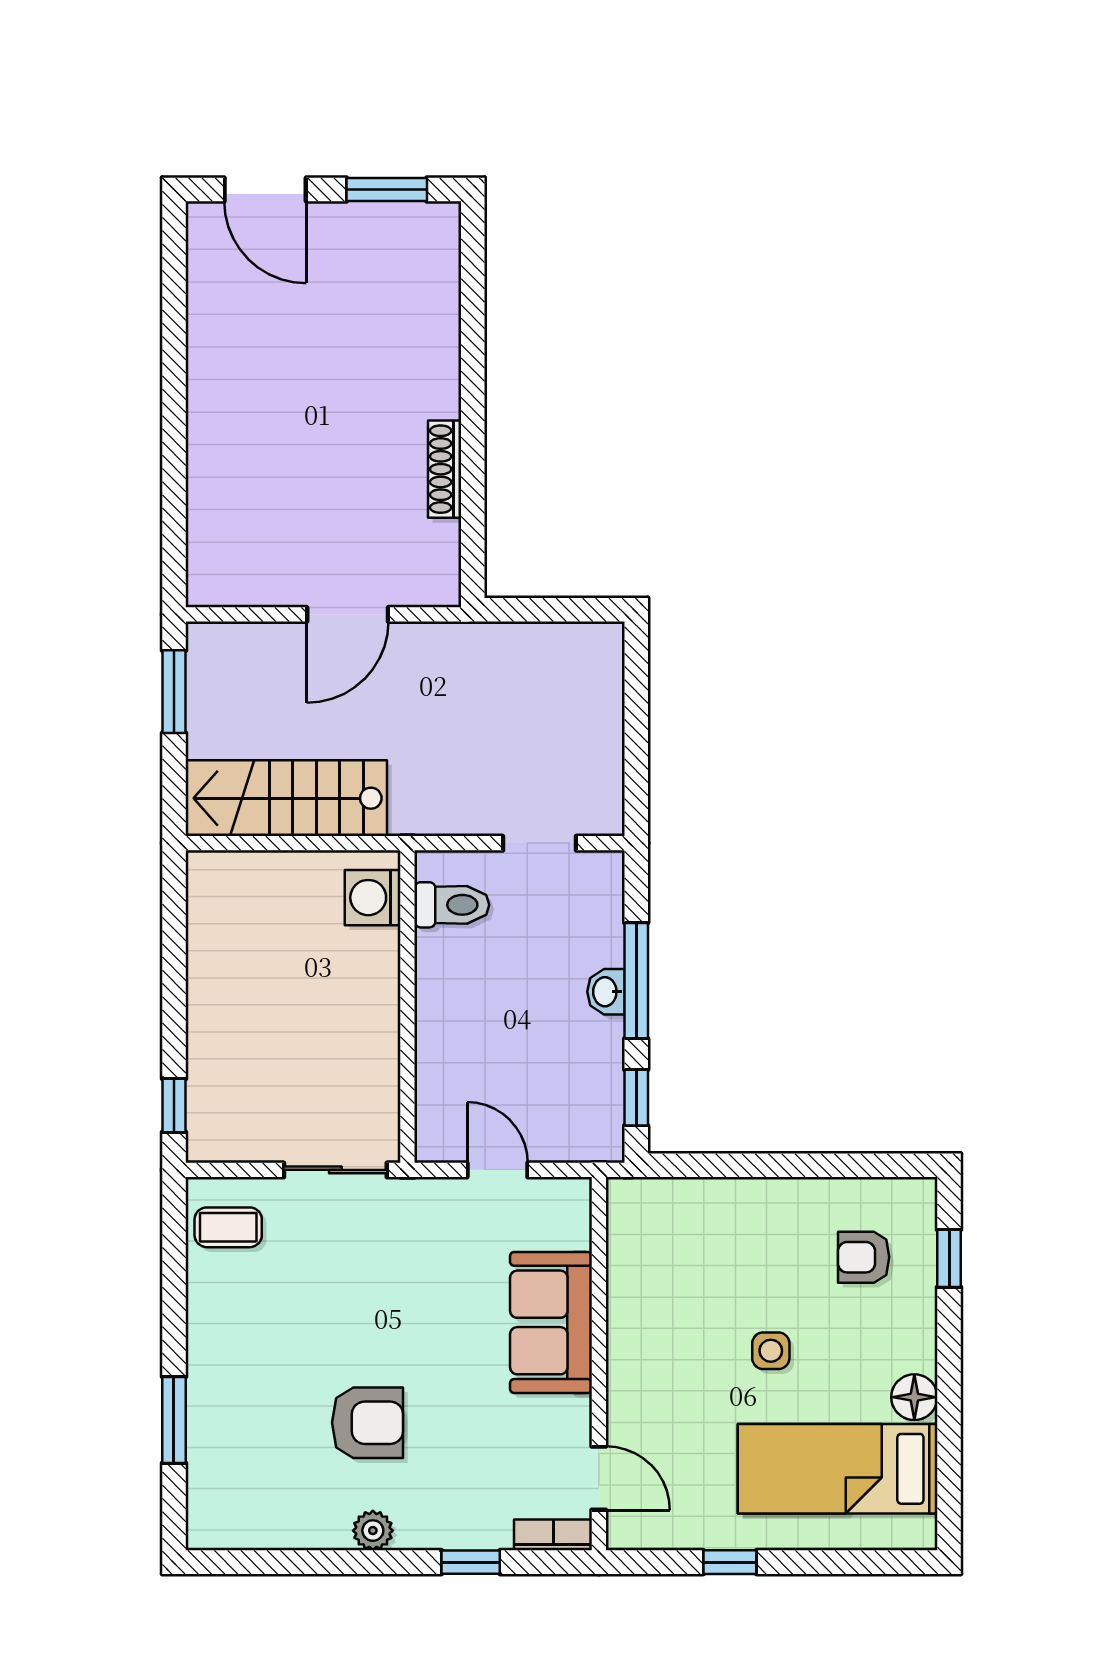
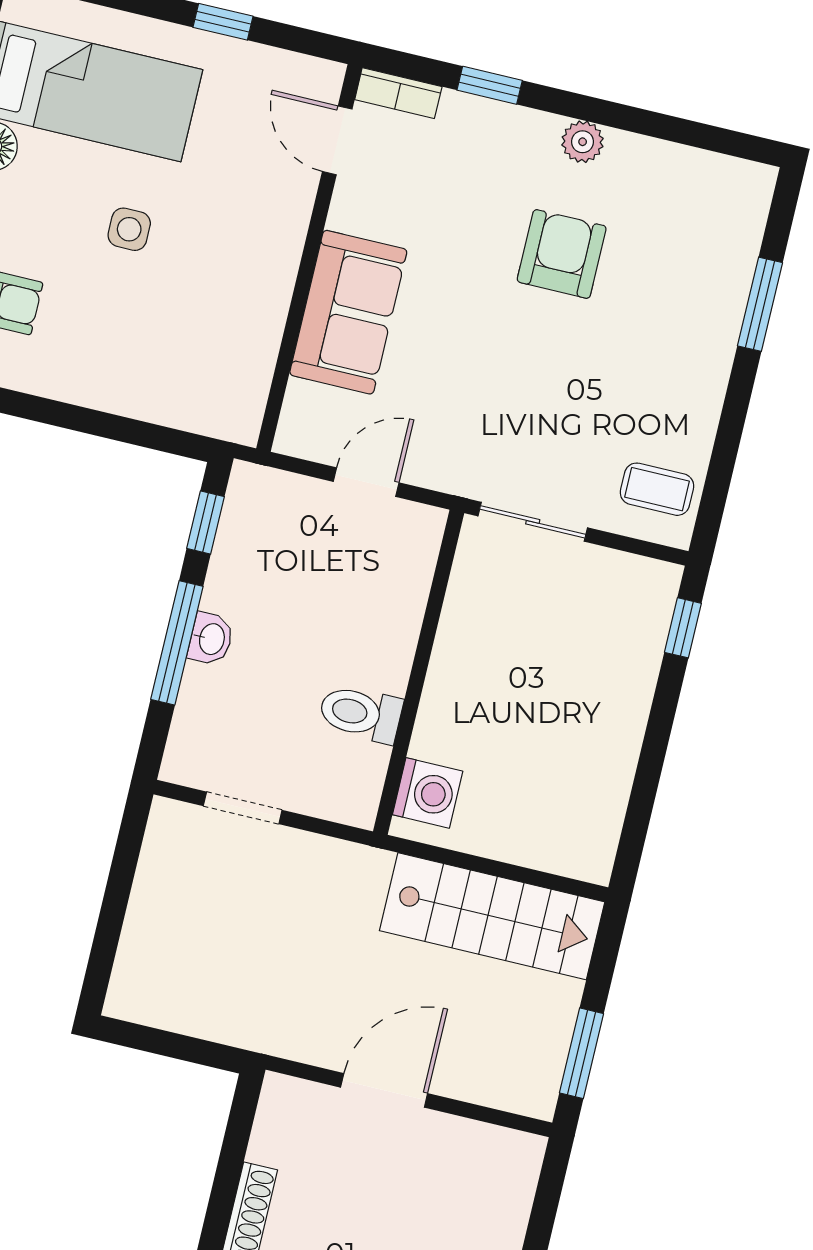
toilet: (452, 905) -> (360, 714), moved
door: (497, 1170) -> (366, 482), swing flipped
armchair: (367, 1423) -> (562, 254), turned 90

